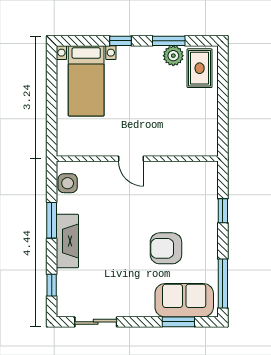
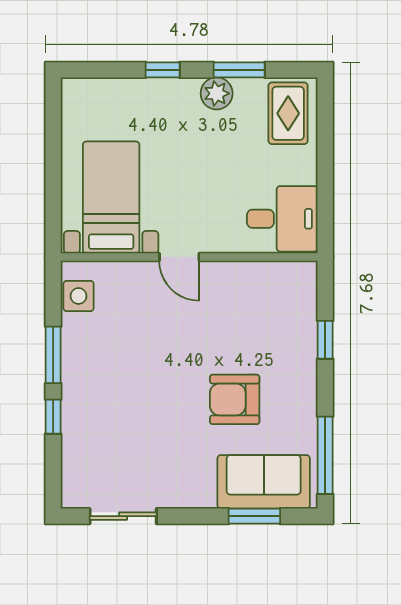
plant: (173, 56) -> (217, 93), moved
bed with nightstands: (86, 81) -> (111, 197), moved, turned 180
desk: (196, 135) -> (282, 219), added
fireplace: (67, 241) -> (78, 388), removed
window: (52, 285) -> (53, 417), moved

